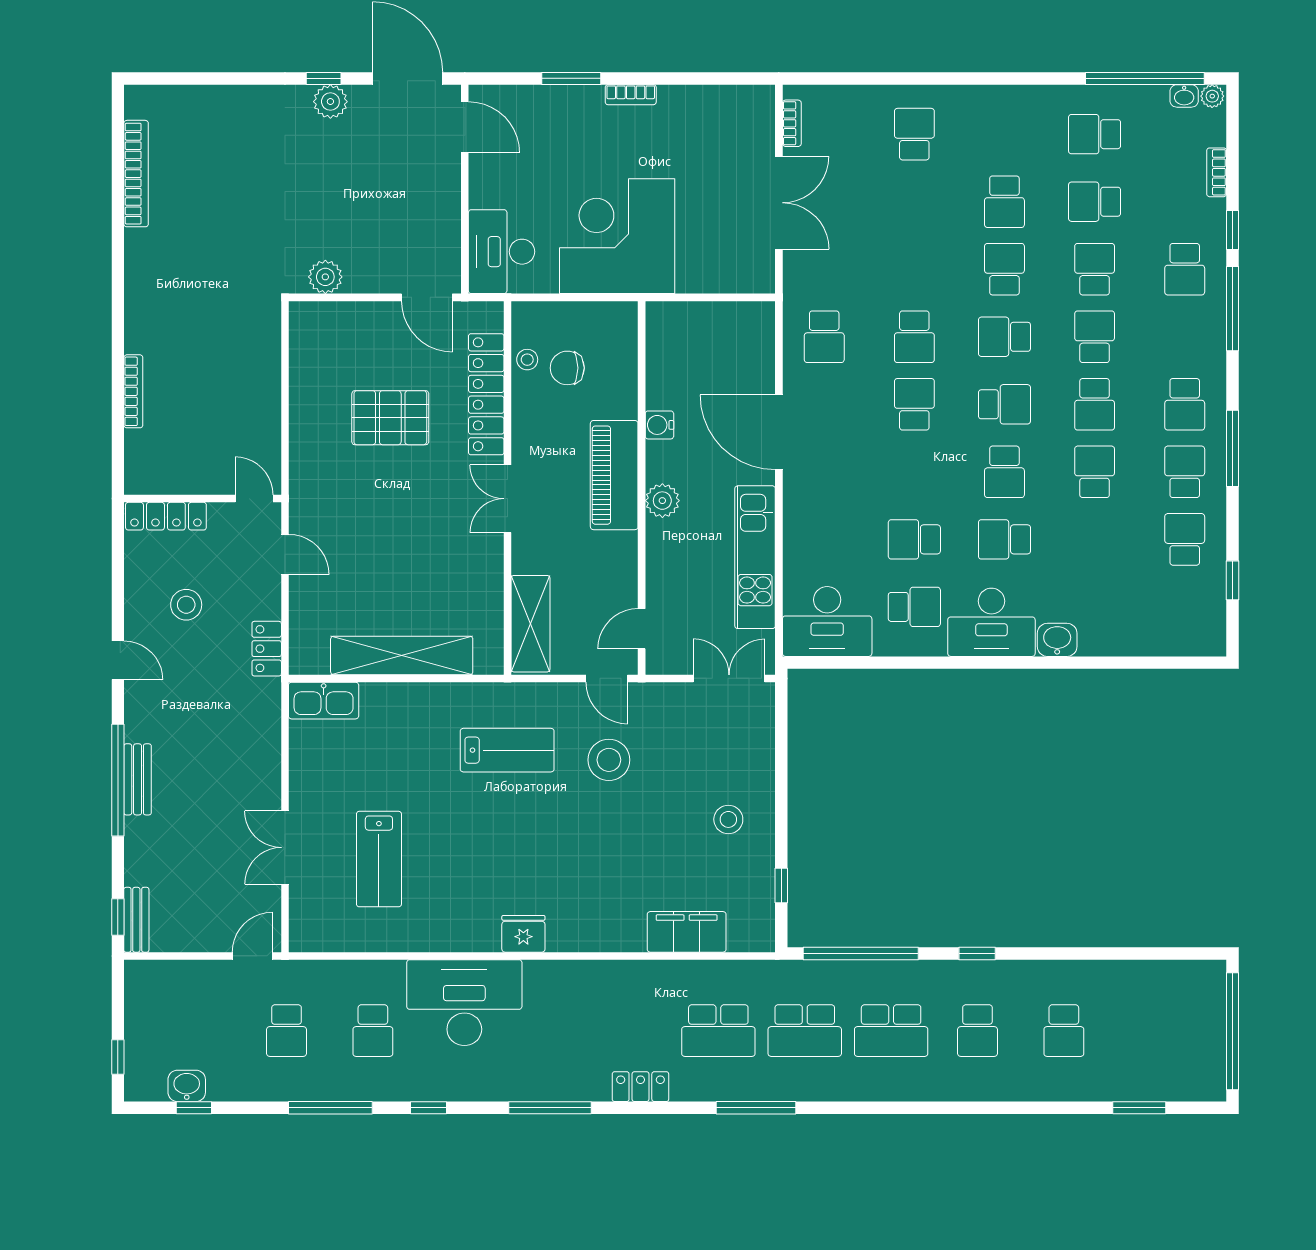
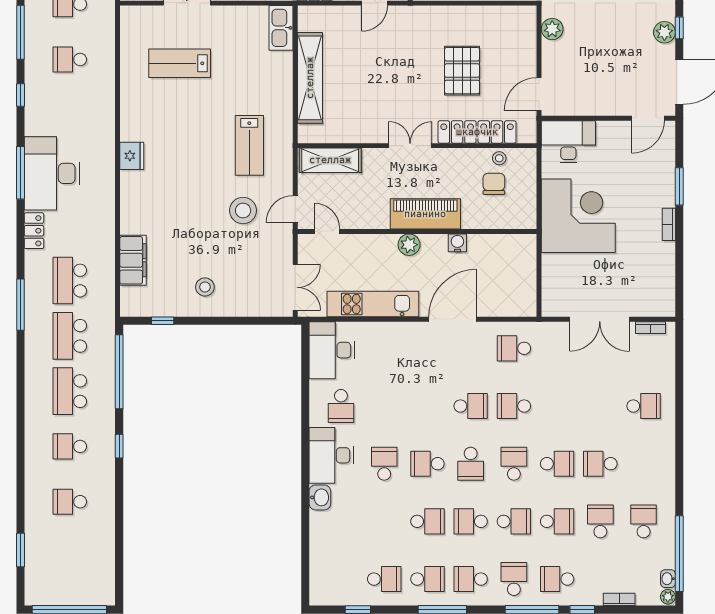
school desk: (914, 539) -> (514, 579), moved
desk: (464, 1003) -> (52, 173), moved, turned 180

